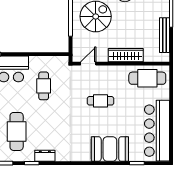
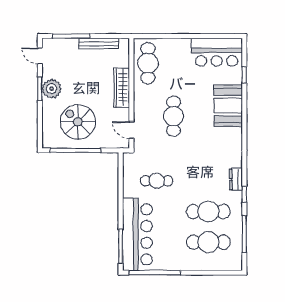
cafe table: (101, 101) -> (174, 116), width x1.37, depth x1.35
bar counter: (157, 131) -> (217, 52), width x0.73

